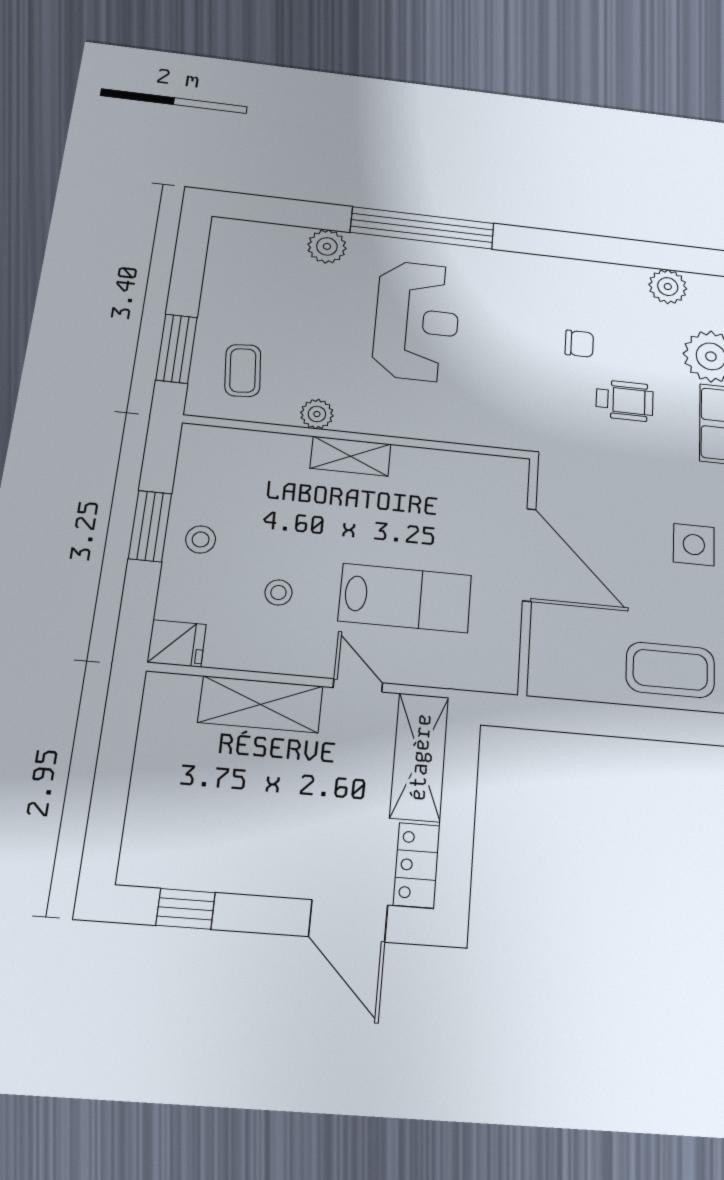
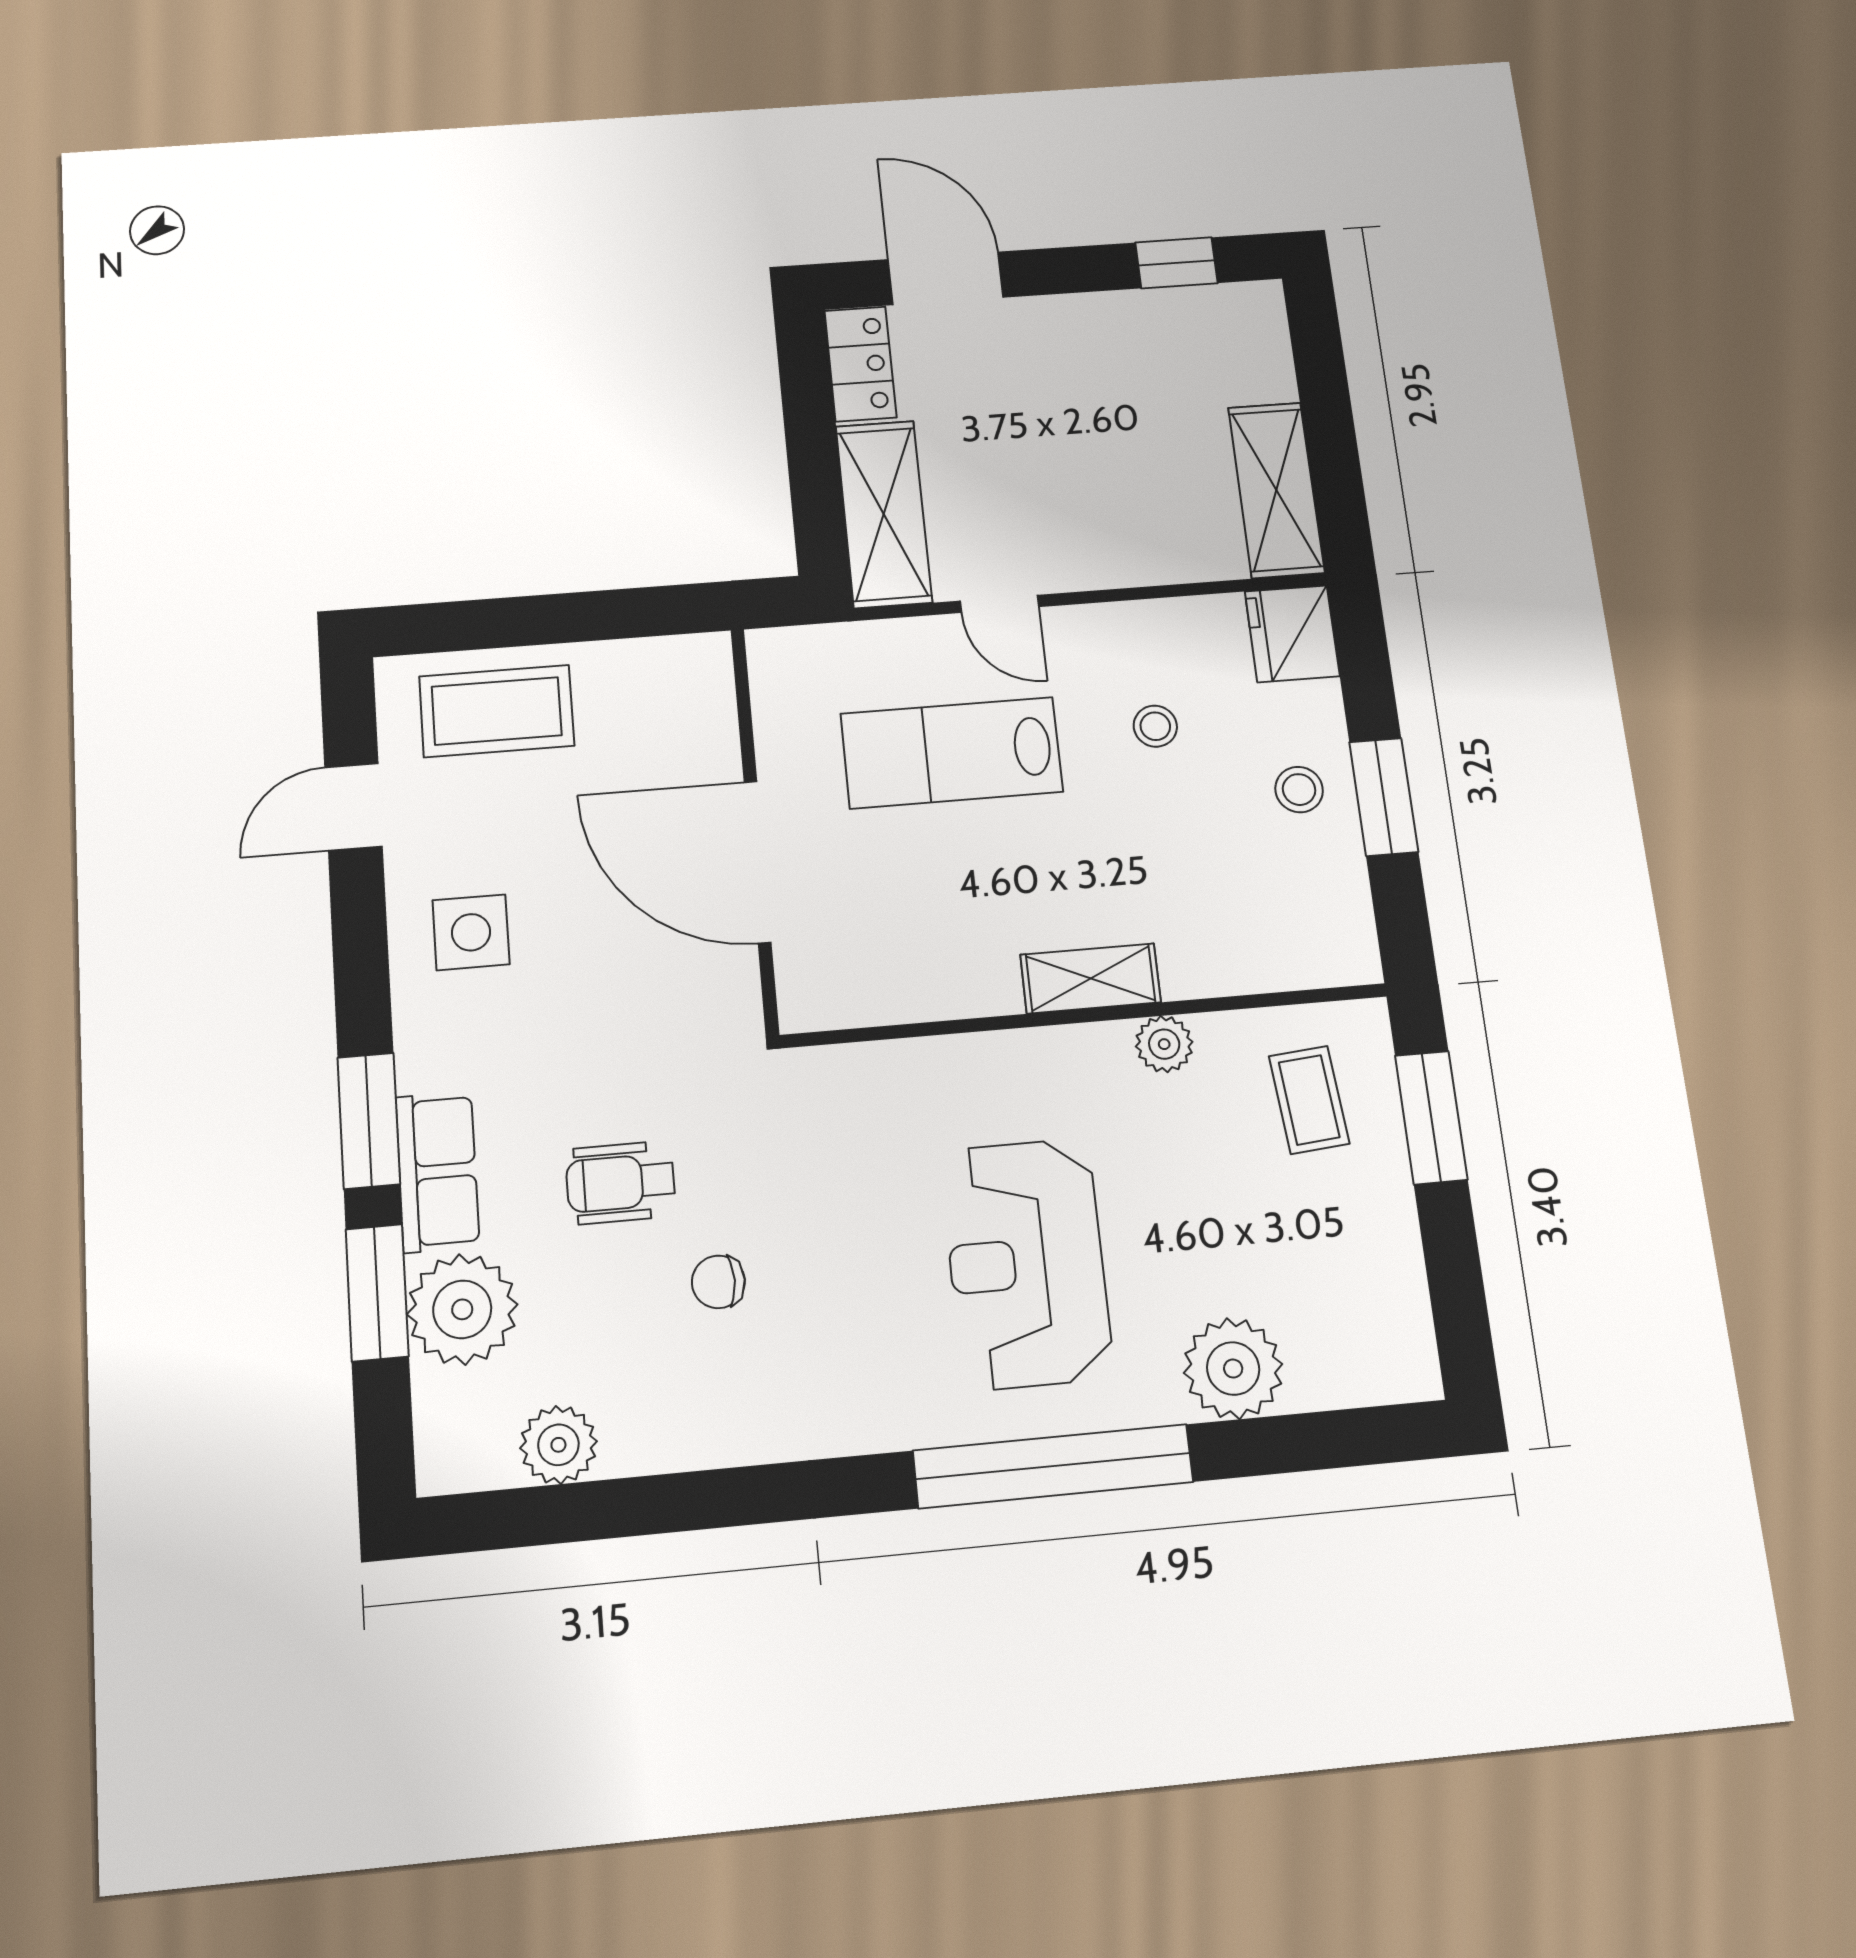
plant: (327, 246) -> (1233, 1369), width x1.36, depth x1.36
fridge: (177, 643) -> (1292, 634), width x1.38
shelving: (261, 704) -> (1276, 490), moved, turned 90

